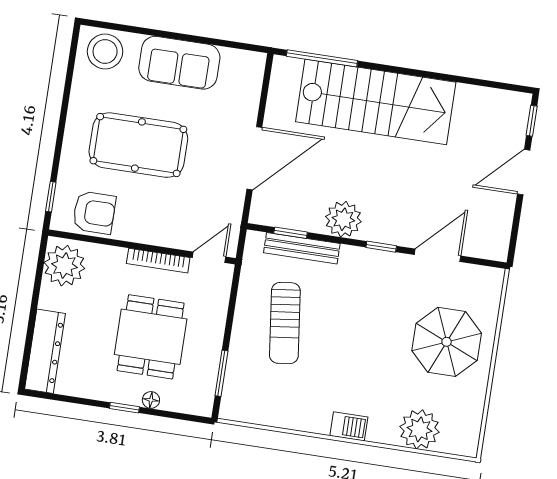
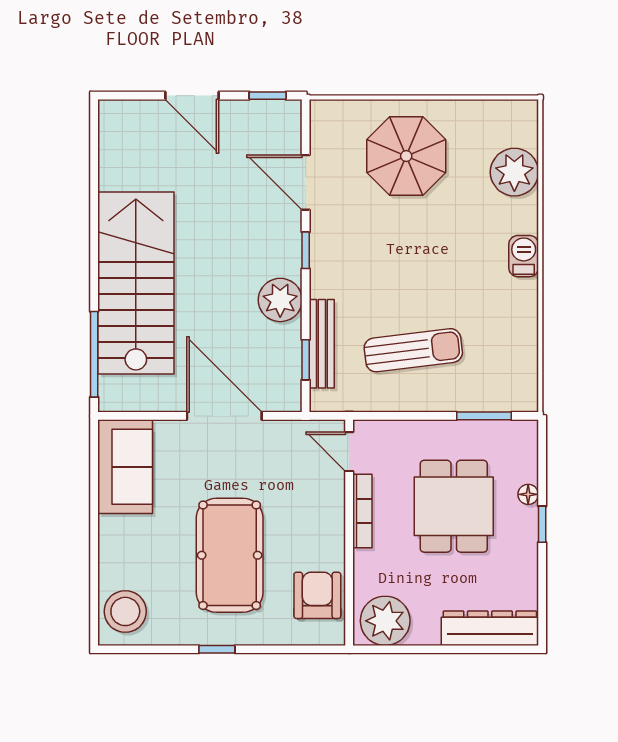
sofa: (179, 63) -> (125, 467), moved
window: (532, 121) -> (268, 96), moved
window: (51, 197) -> (217, 649), moved
dining table: (151, 337) -> (454, 506), turned 90

